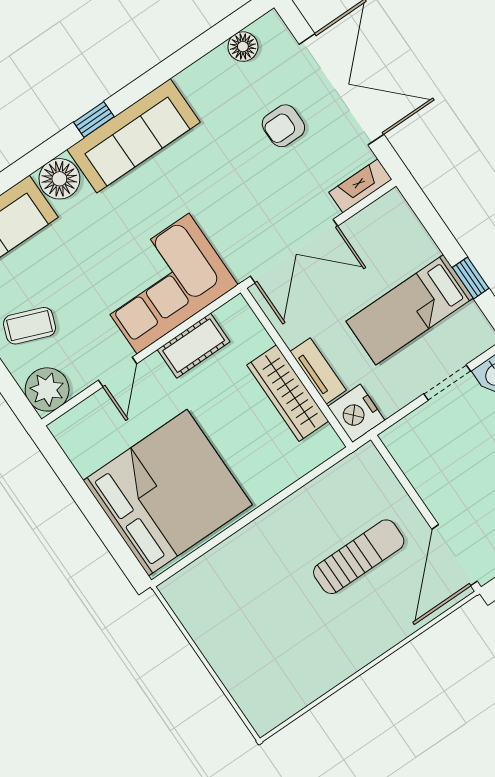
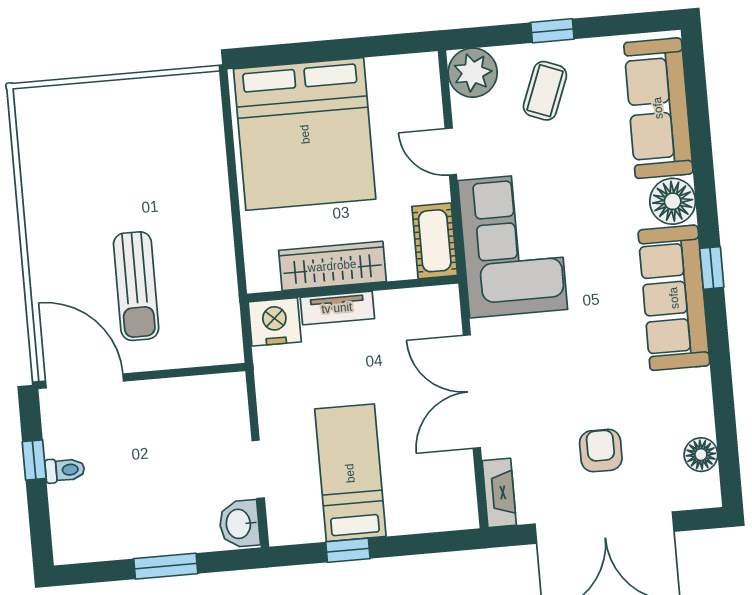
wall: (297, 368) -> (353, 289), moved
tv unit: (318, 371) -> (337, 308), moved
wardrobe: (288, 393) -> (332, 266), moved
nightstand: (356, 413) -> (275, 322), moved

